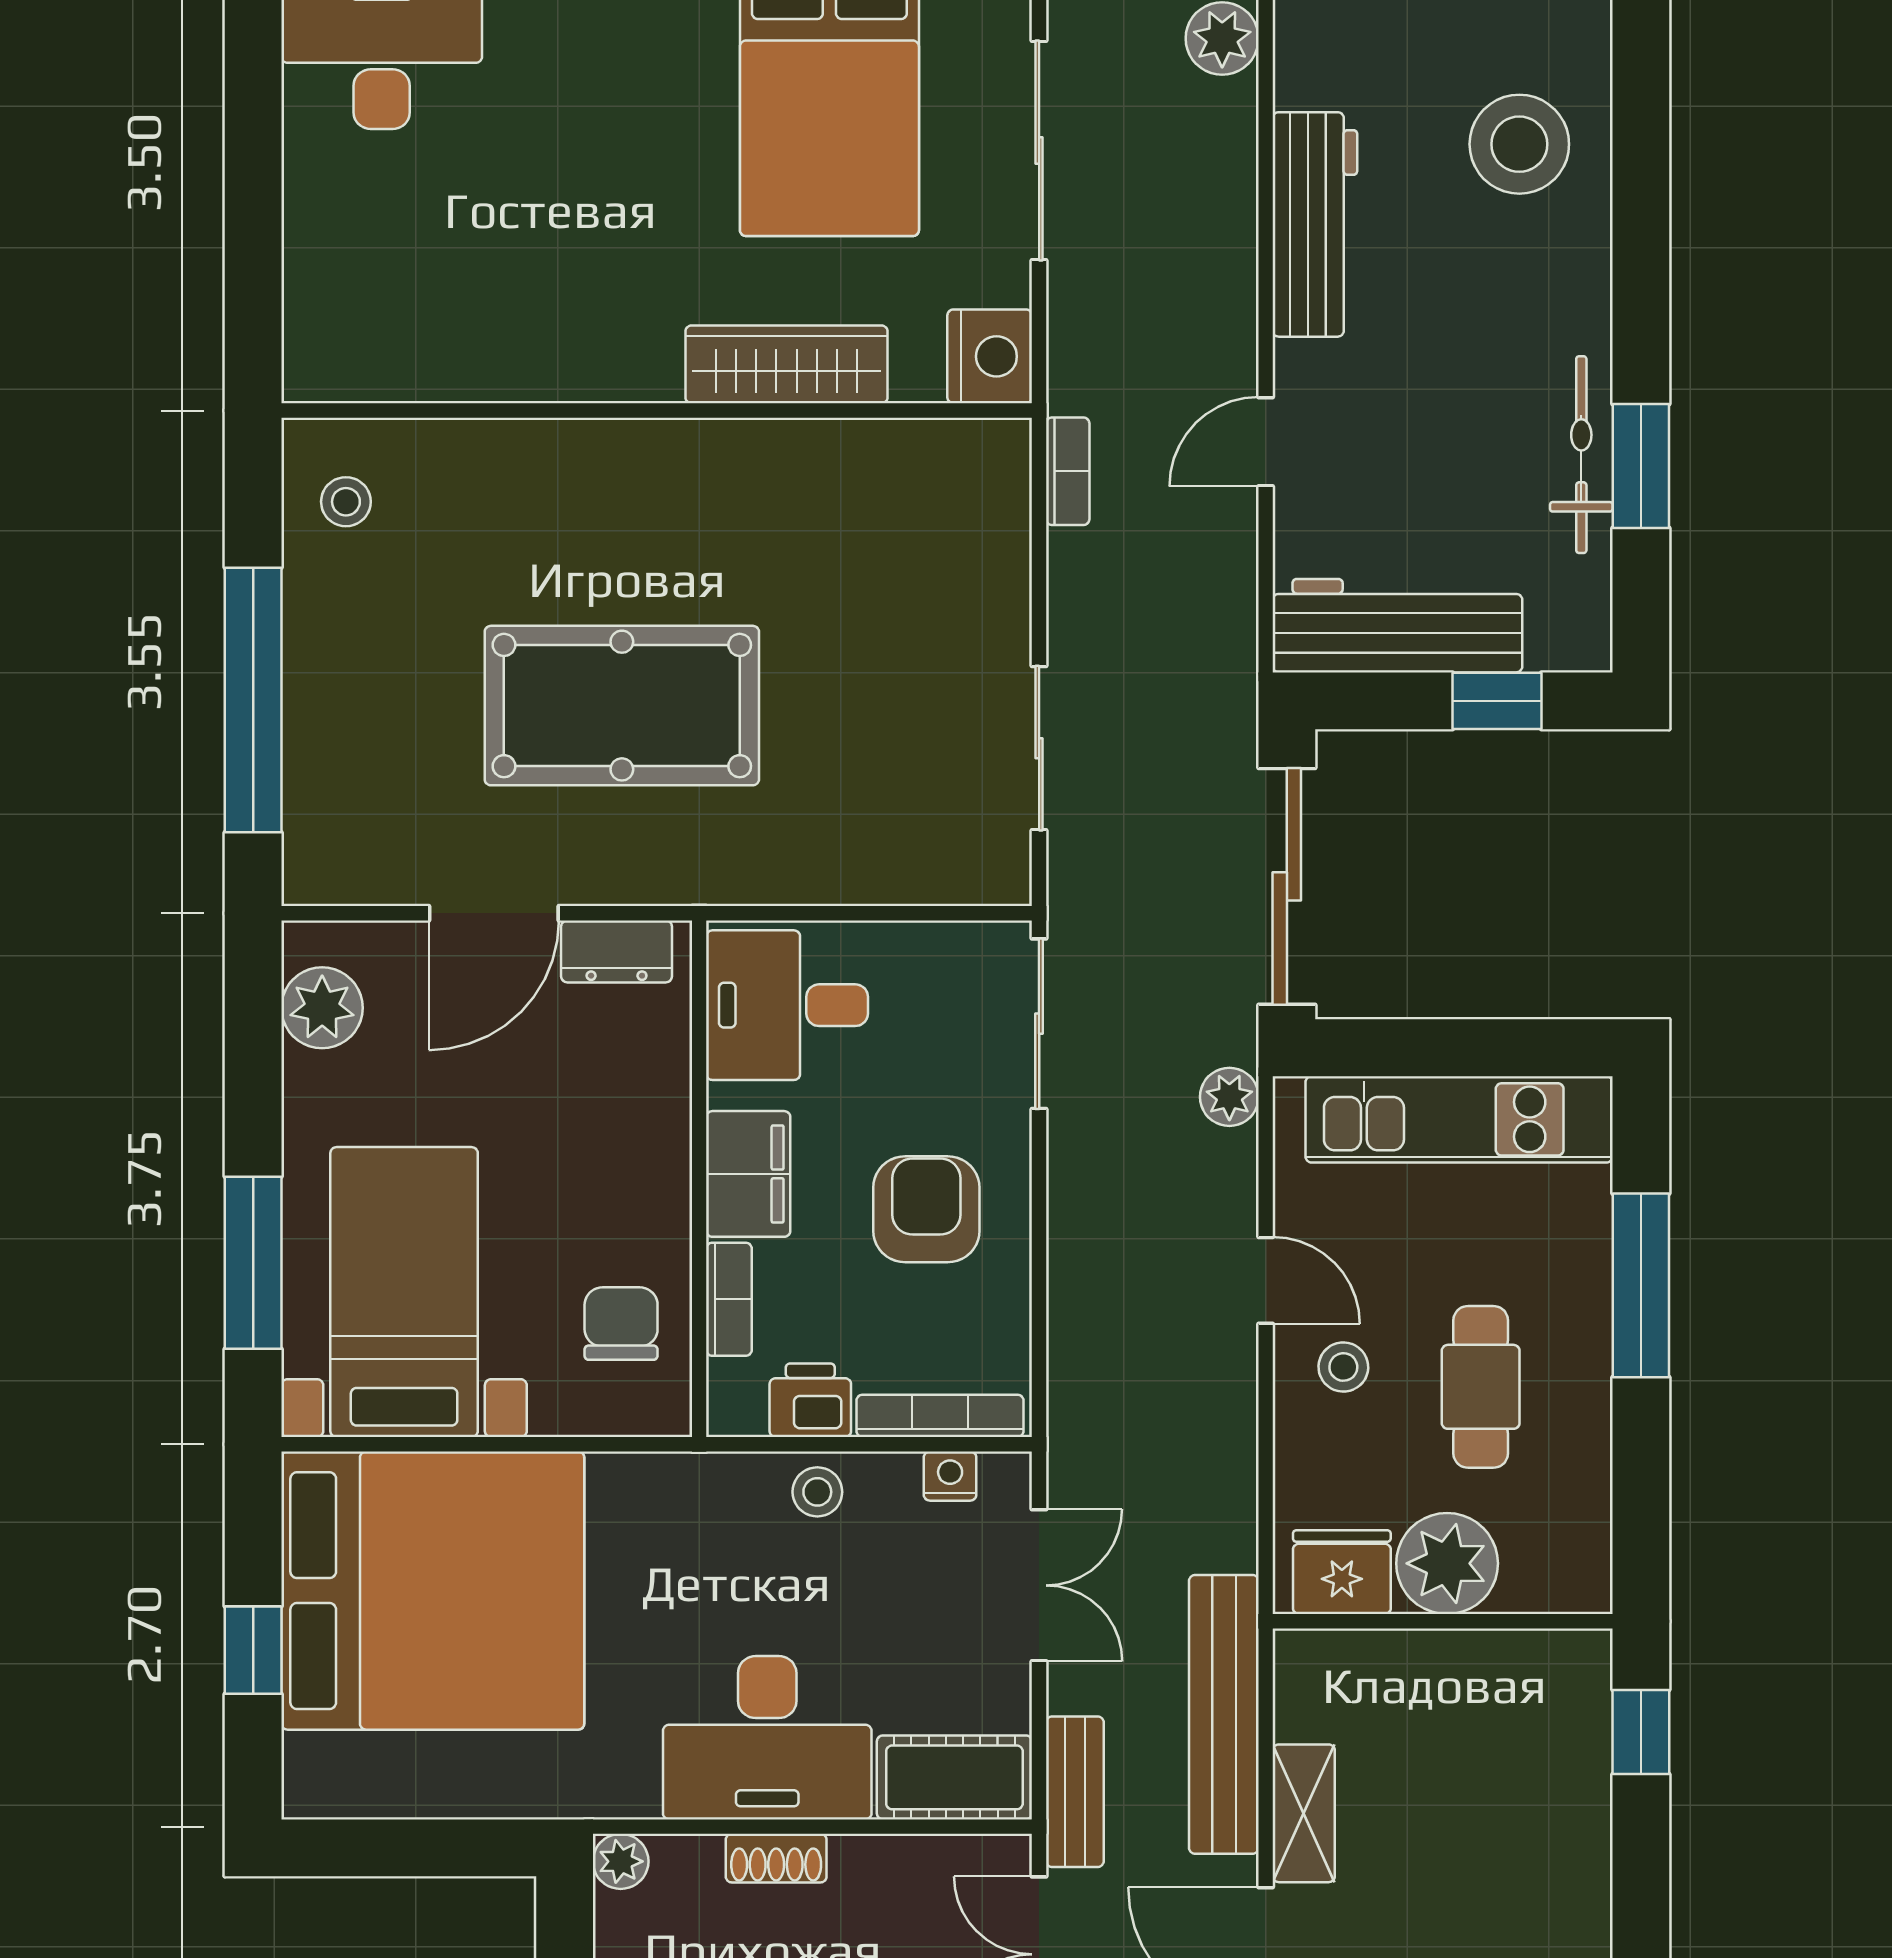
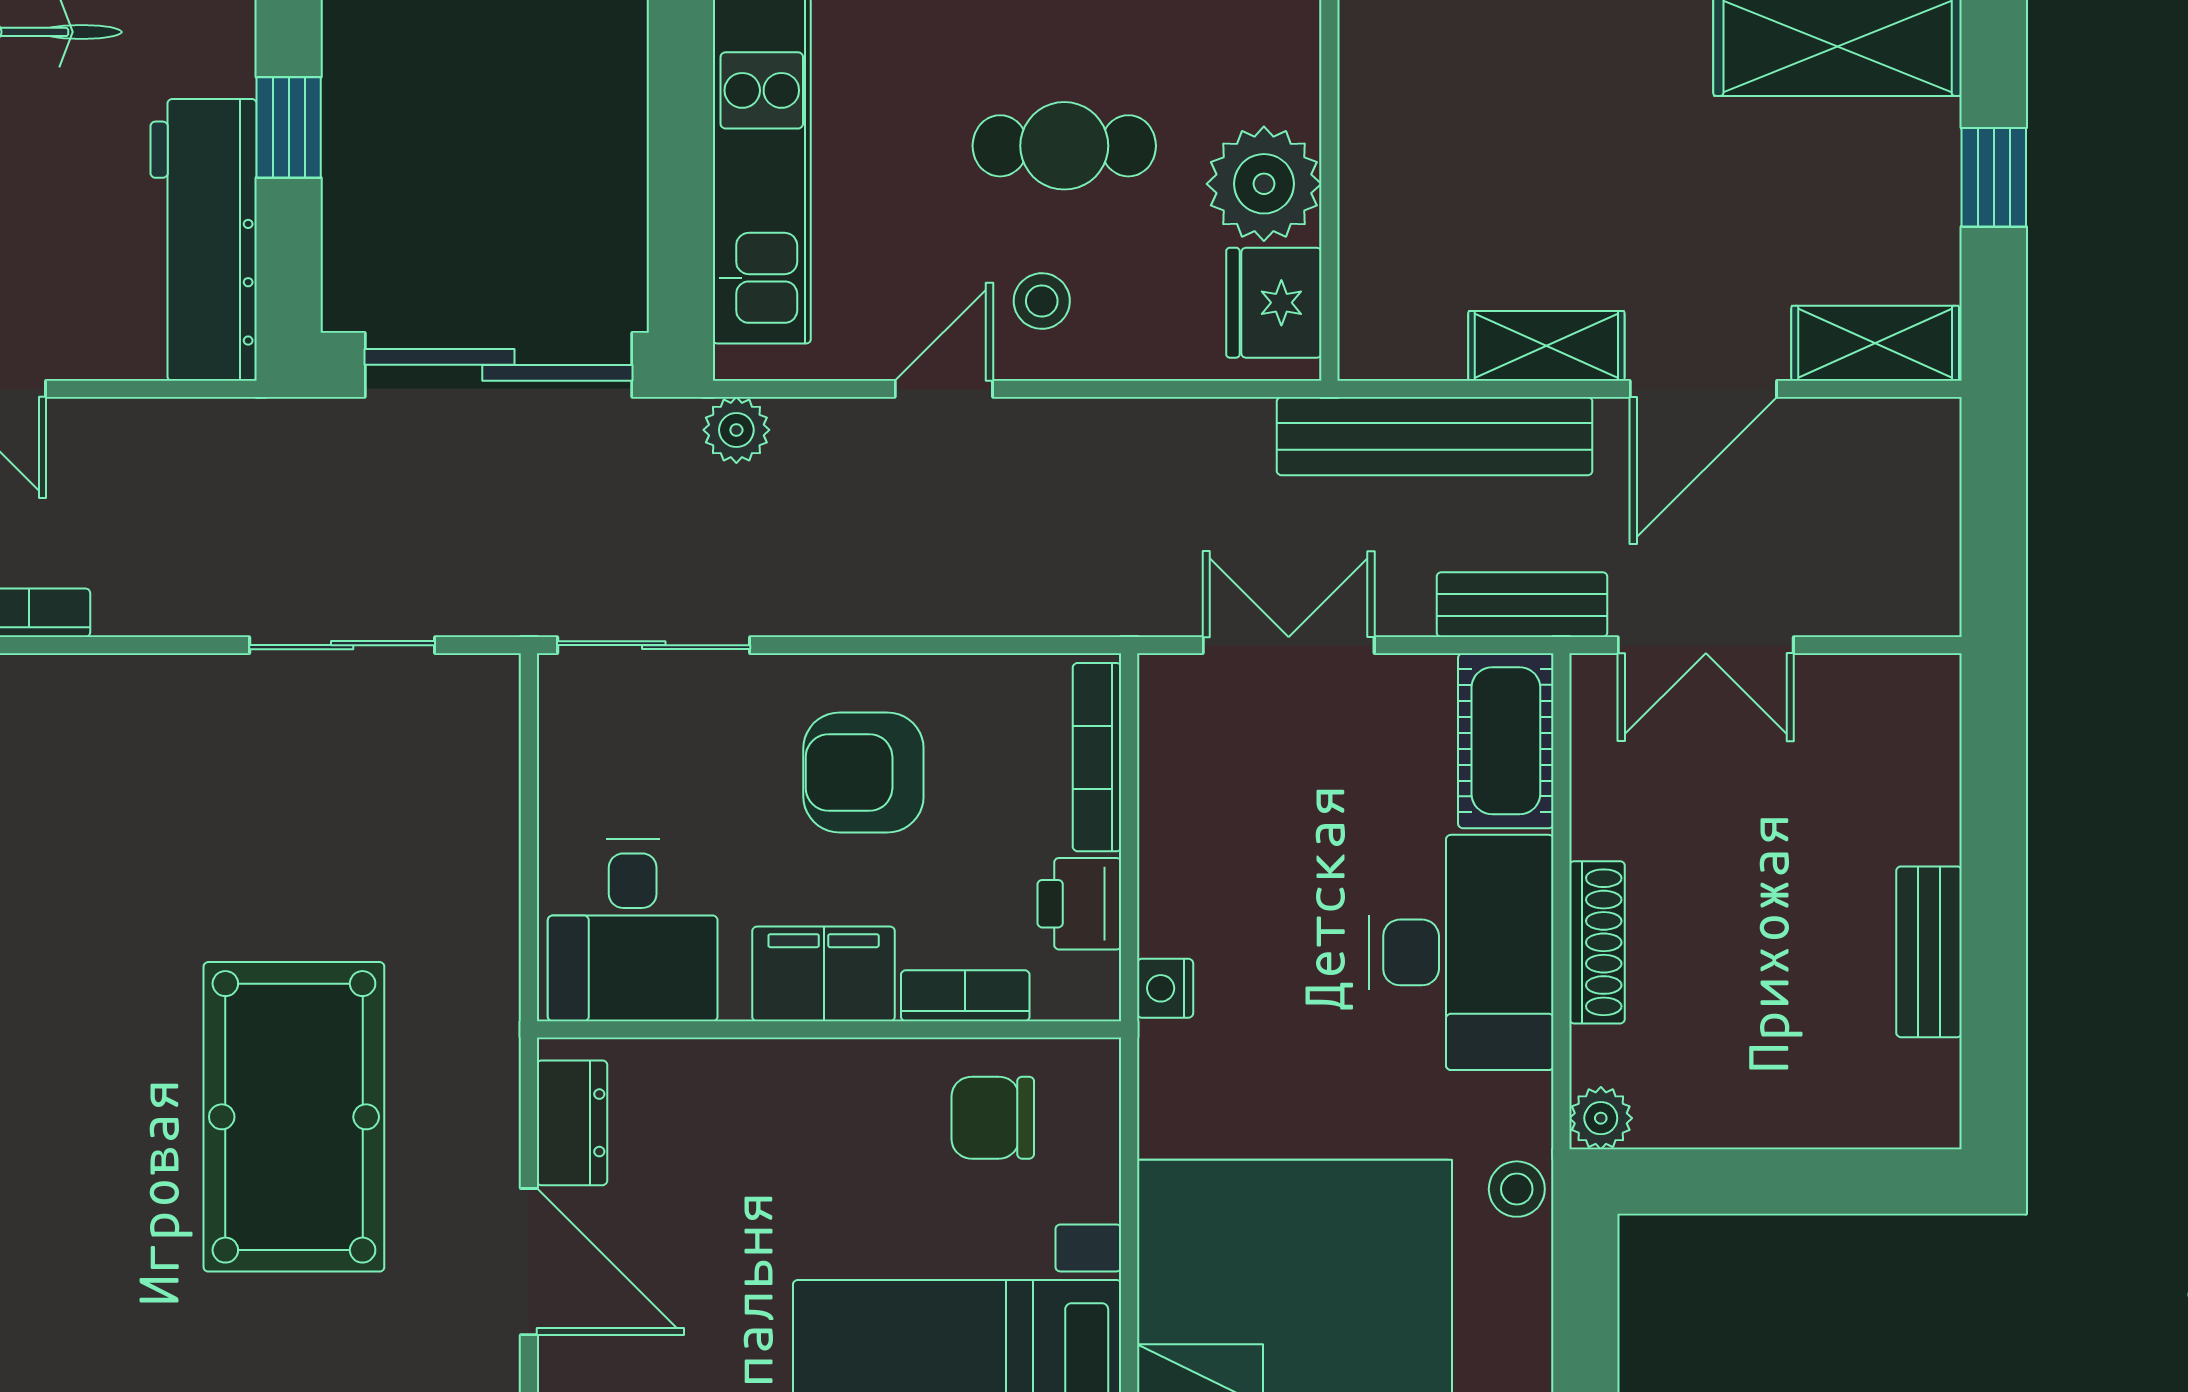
nightstand: (950, 1476) -> (1165, 988), moved
stool: (817, 1492) -> (1517, 1189), moved
shoe rack: (776, 1858) -> (1597, 942), width x1.43

